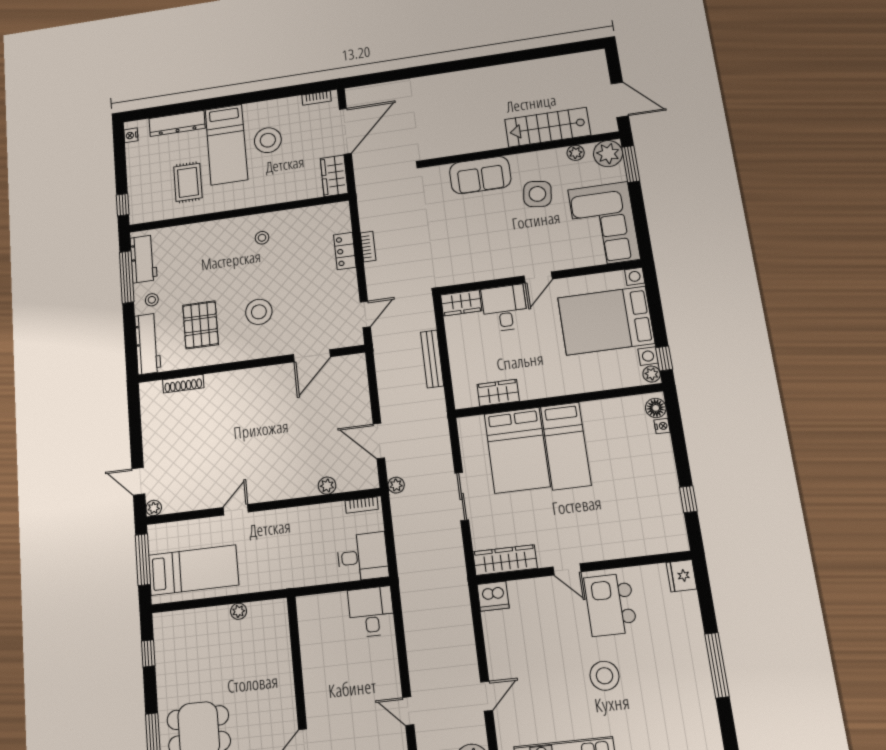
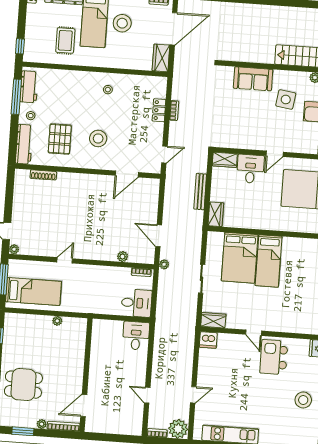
wardrobe: (498, 393) -> (216, 214), moved, turned 90
wardrobe: (505, 560) -> (213, 320), width x0.67
stool: (604, 676) -> (303, 400), moved

